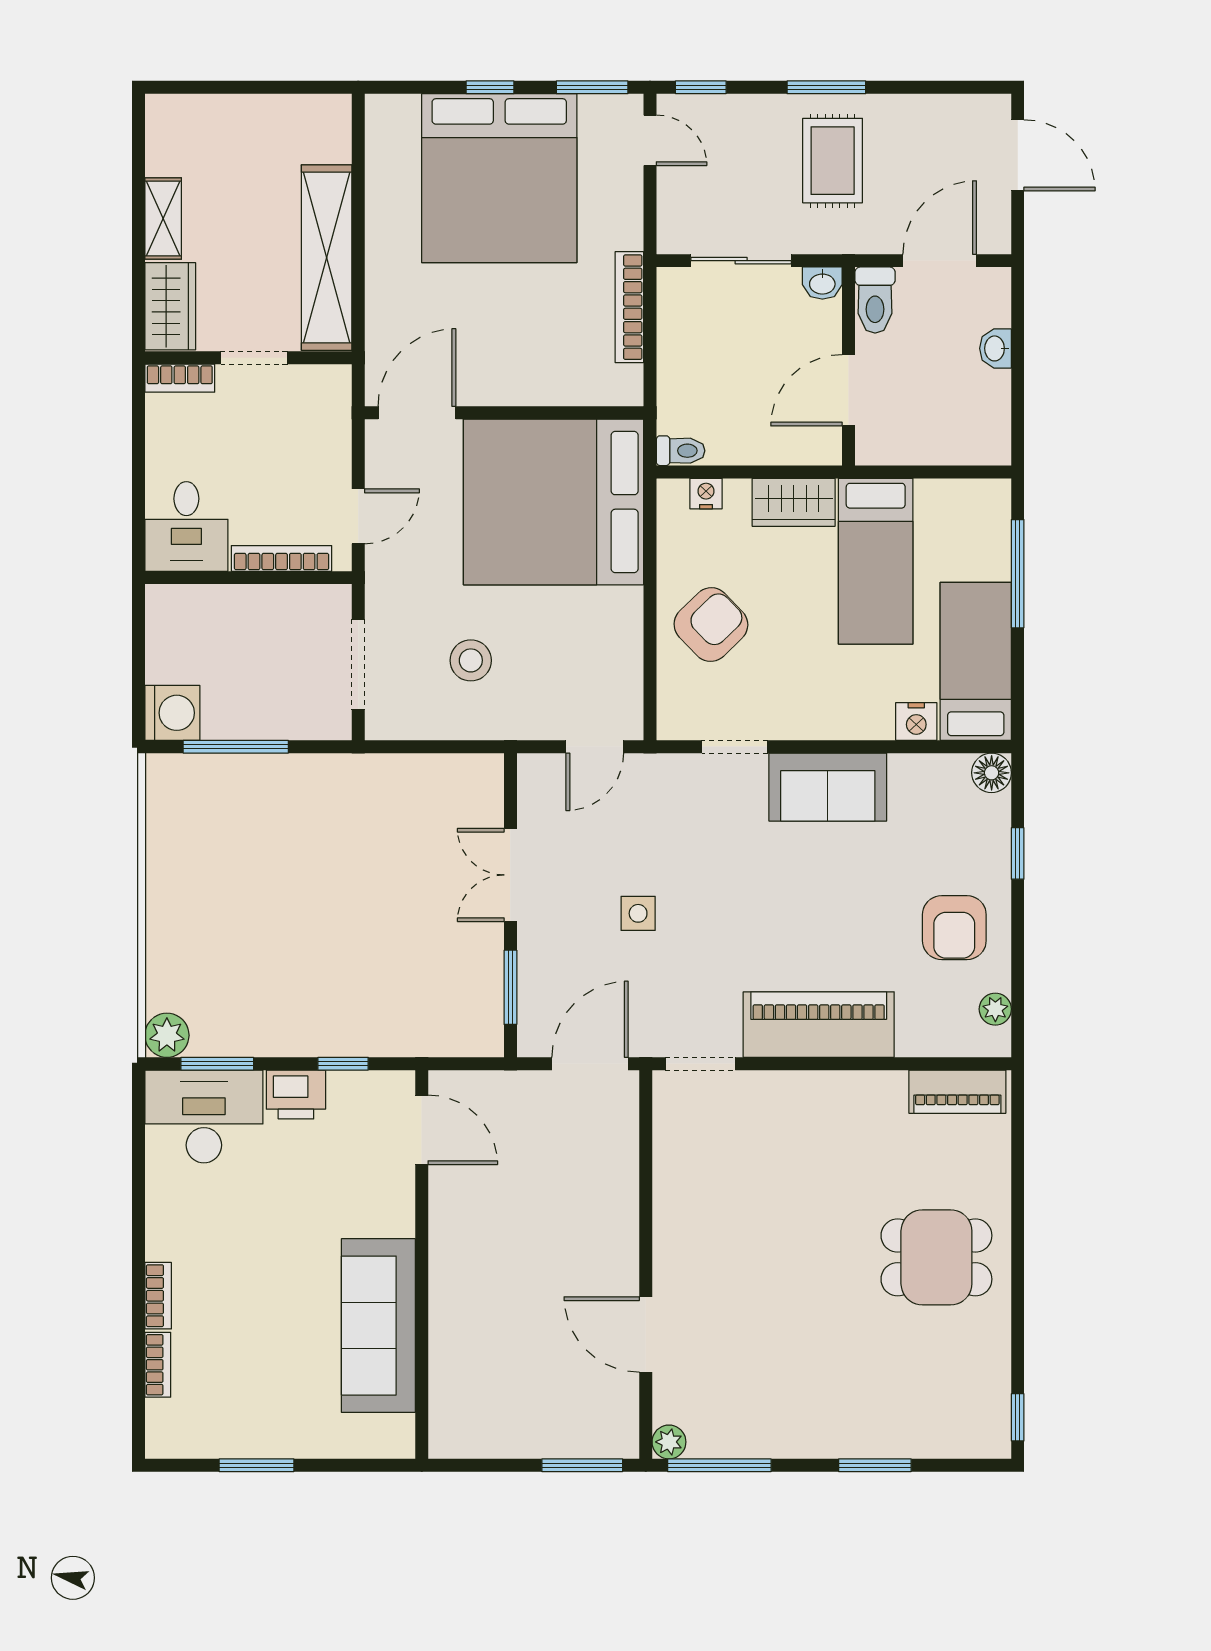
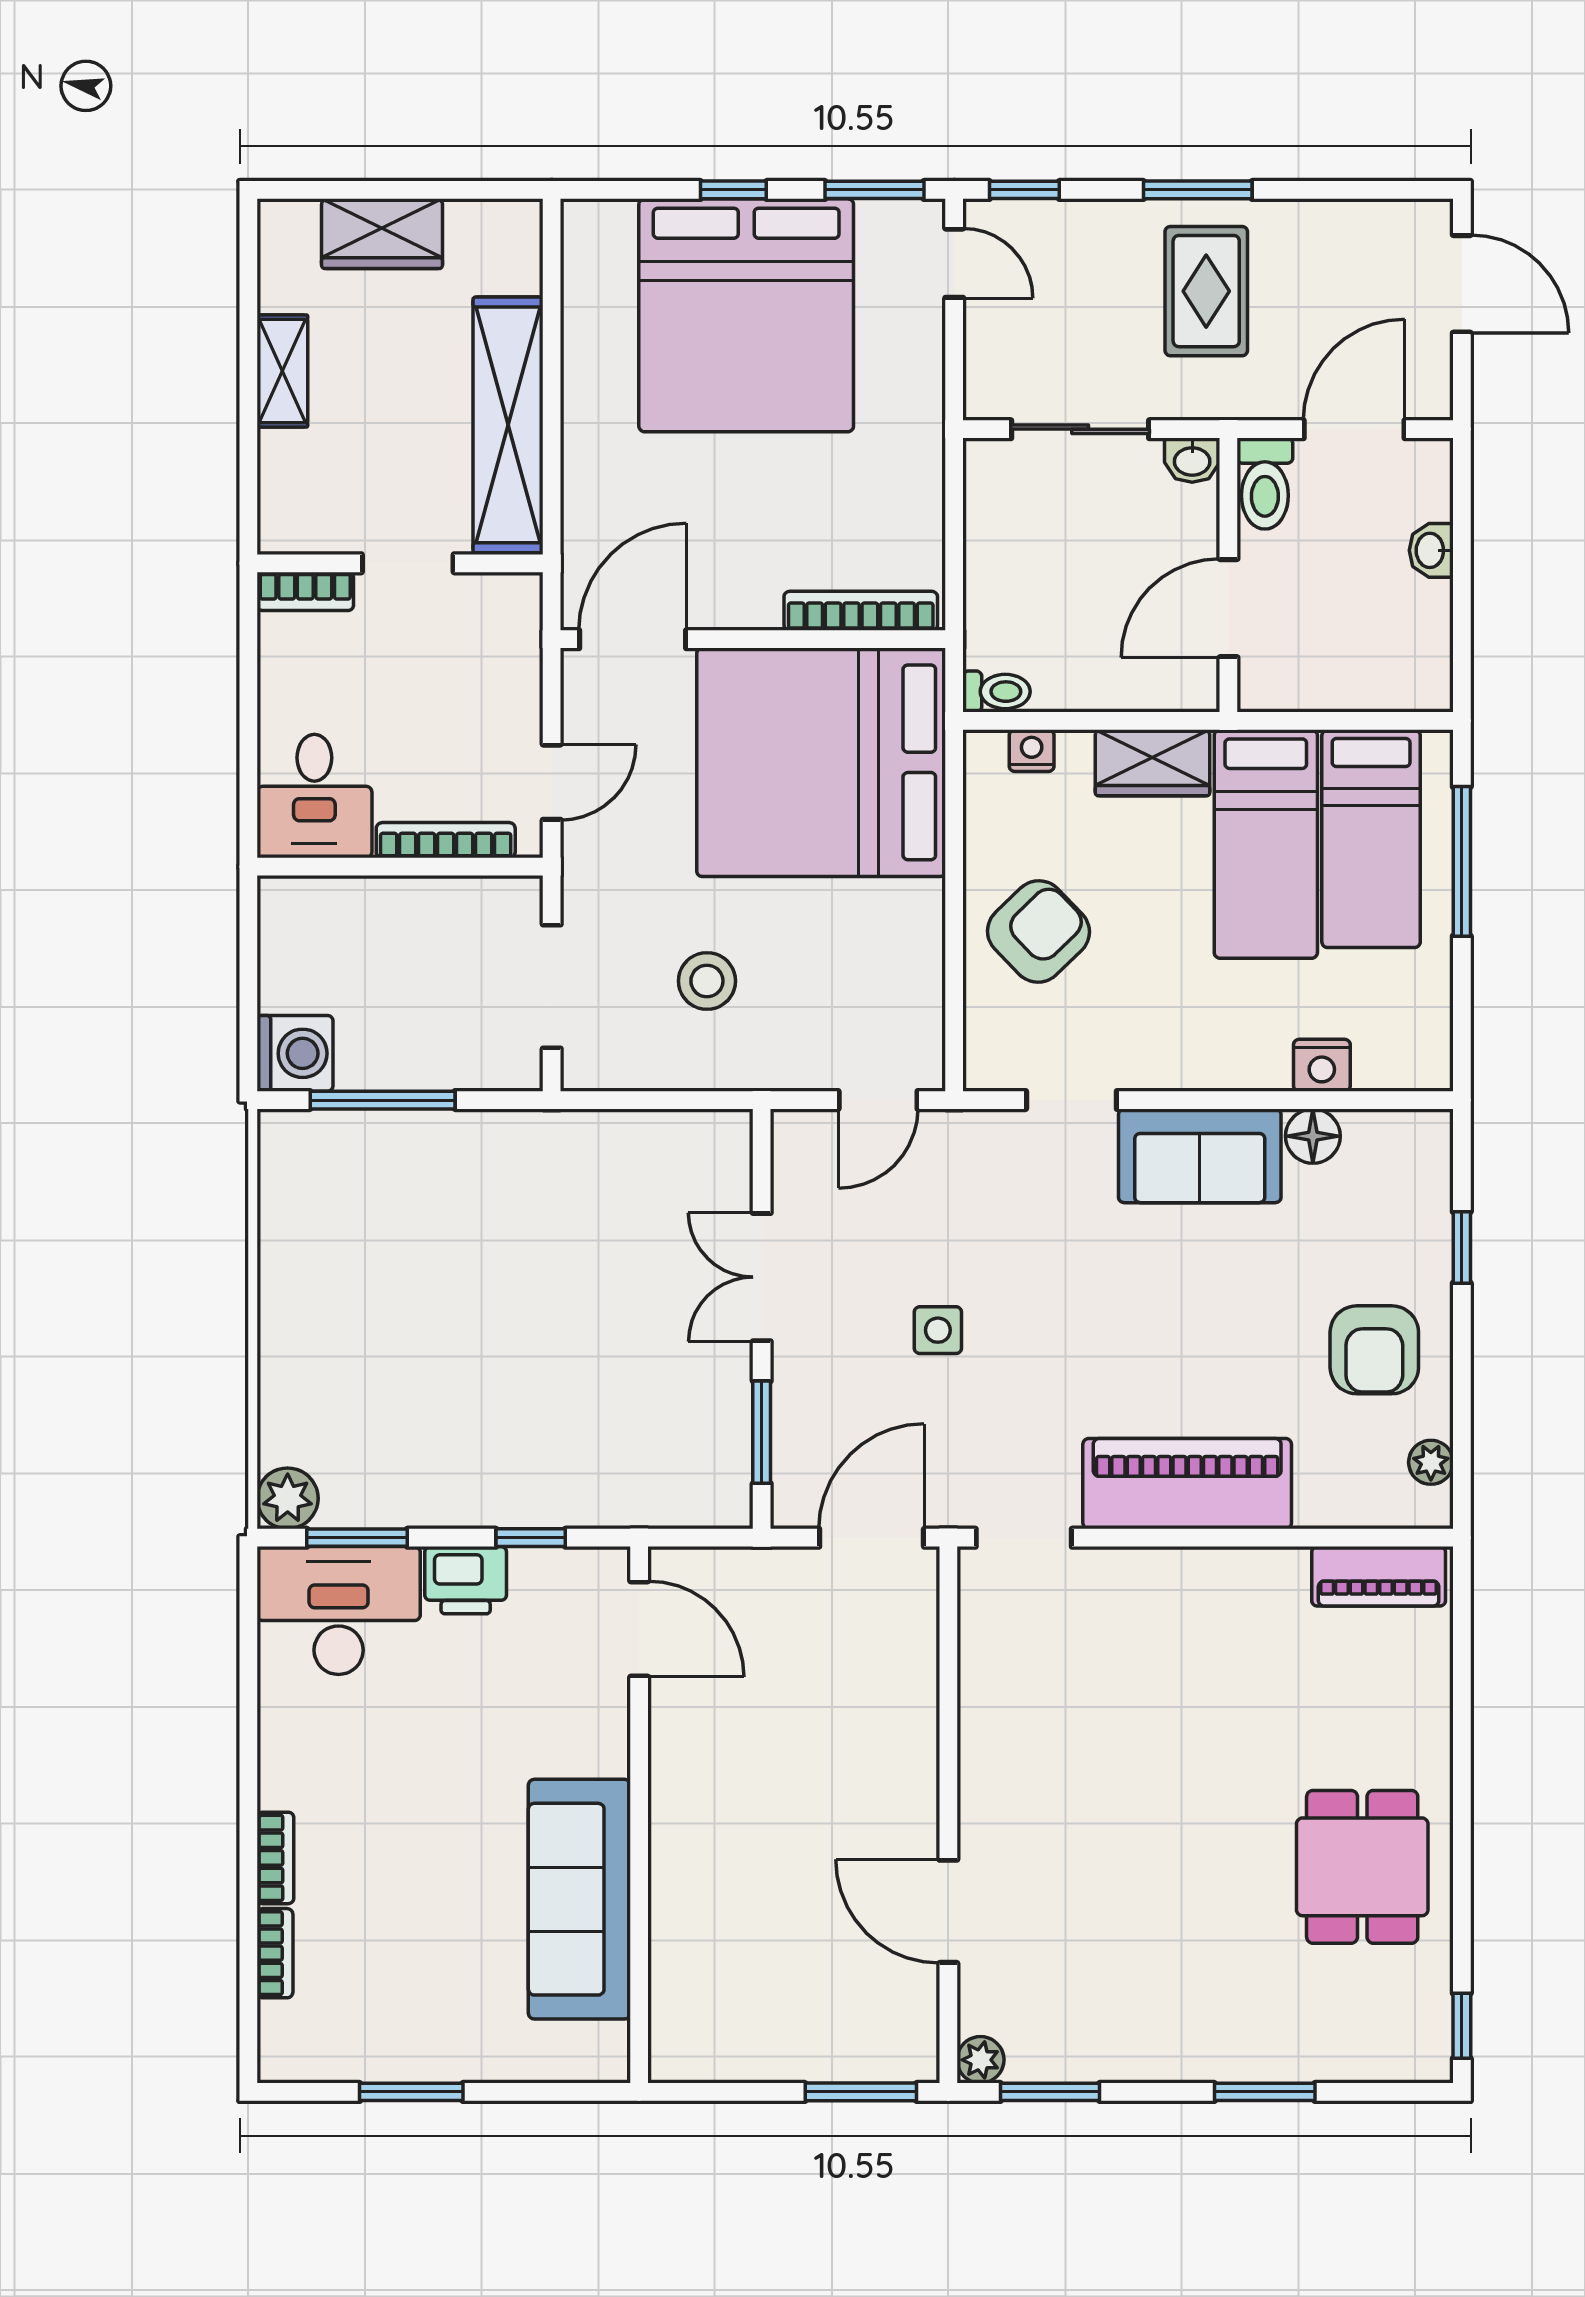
wardrobe: (170, 306) -> (382, 234), moved, turned 90
bookcase: (629, 307) -> (861, 611), moved, turned 90
bed: (976, 661) -> (1371, 839), moved, turned 180
floor lamp: (992, 773) -> (1313, 1136), moved
dining table: (936, 1257) -> (1362, 1867), moved, turned 90
window: (719, 1465) -> (1050, 2092), width x0.69

